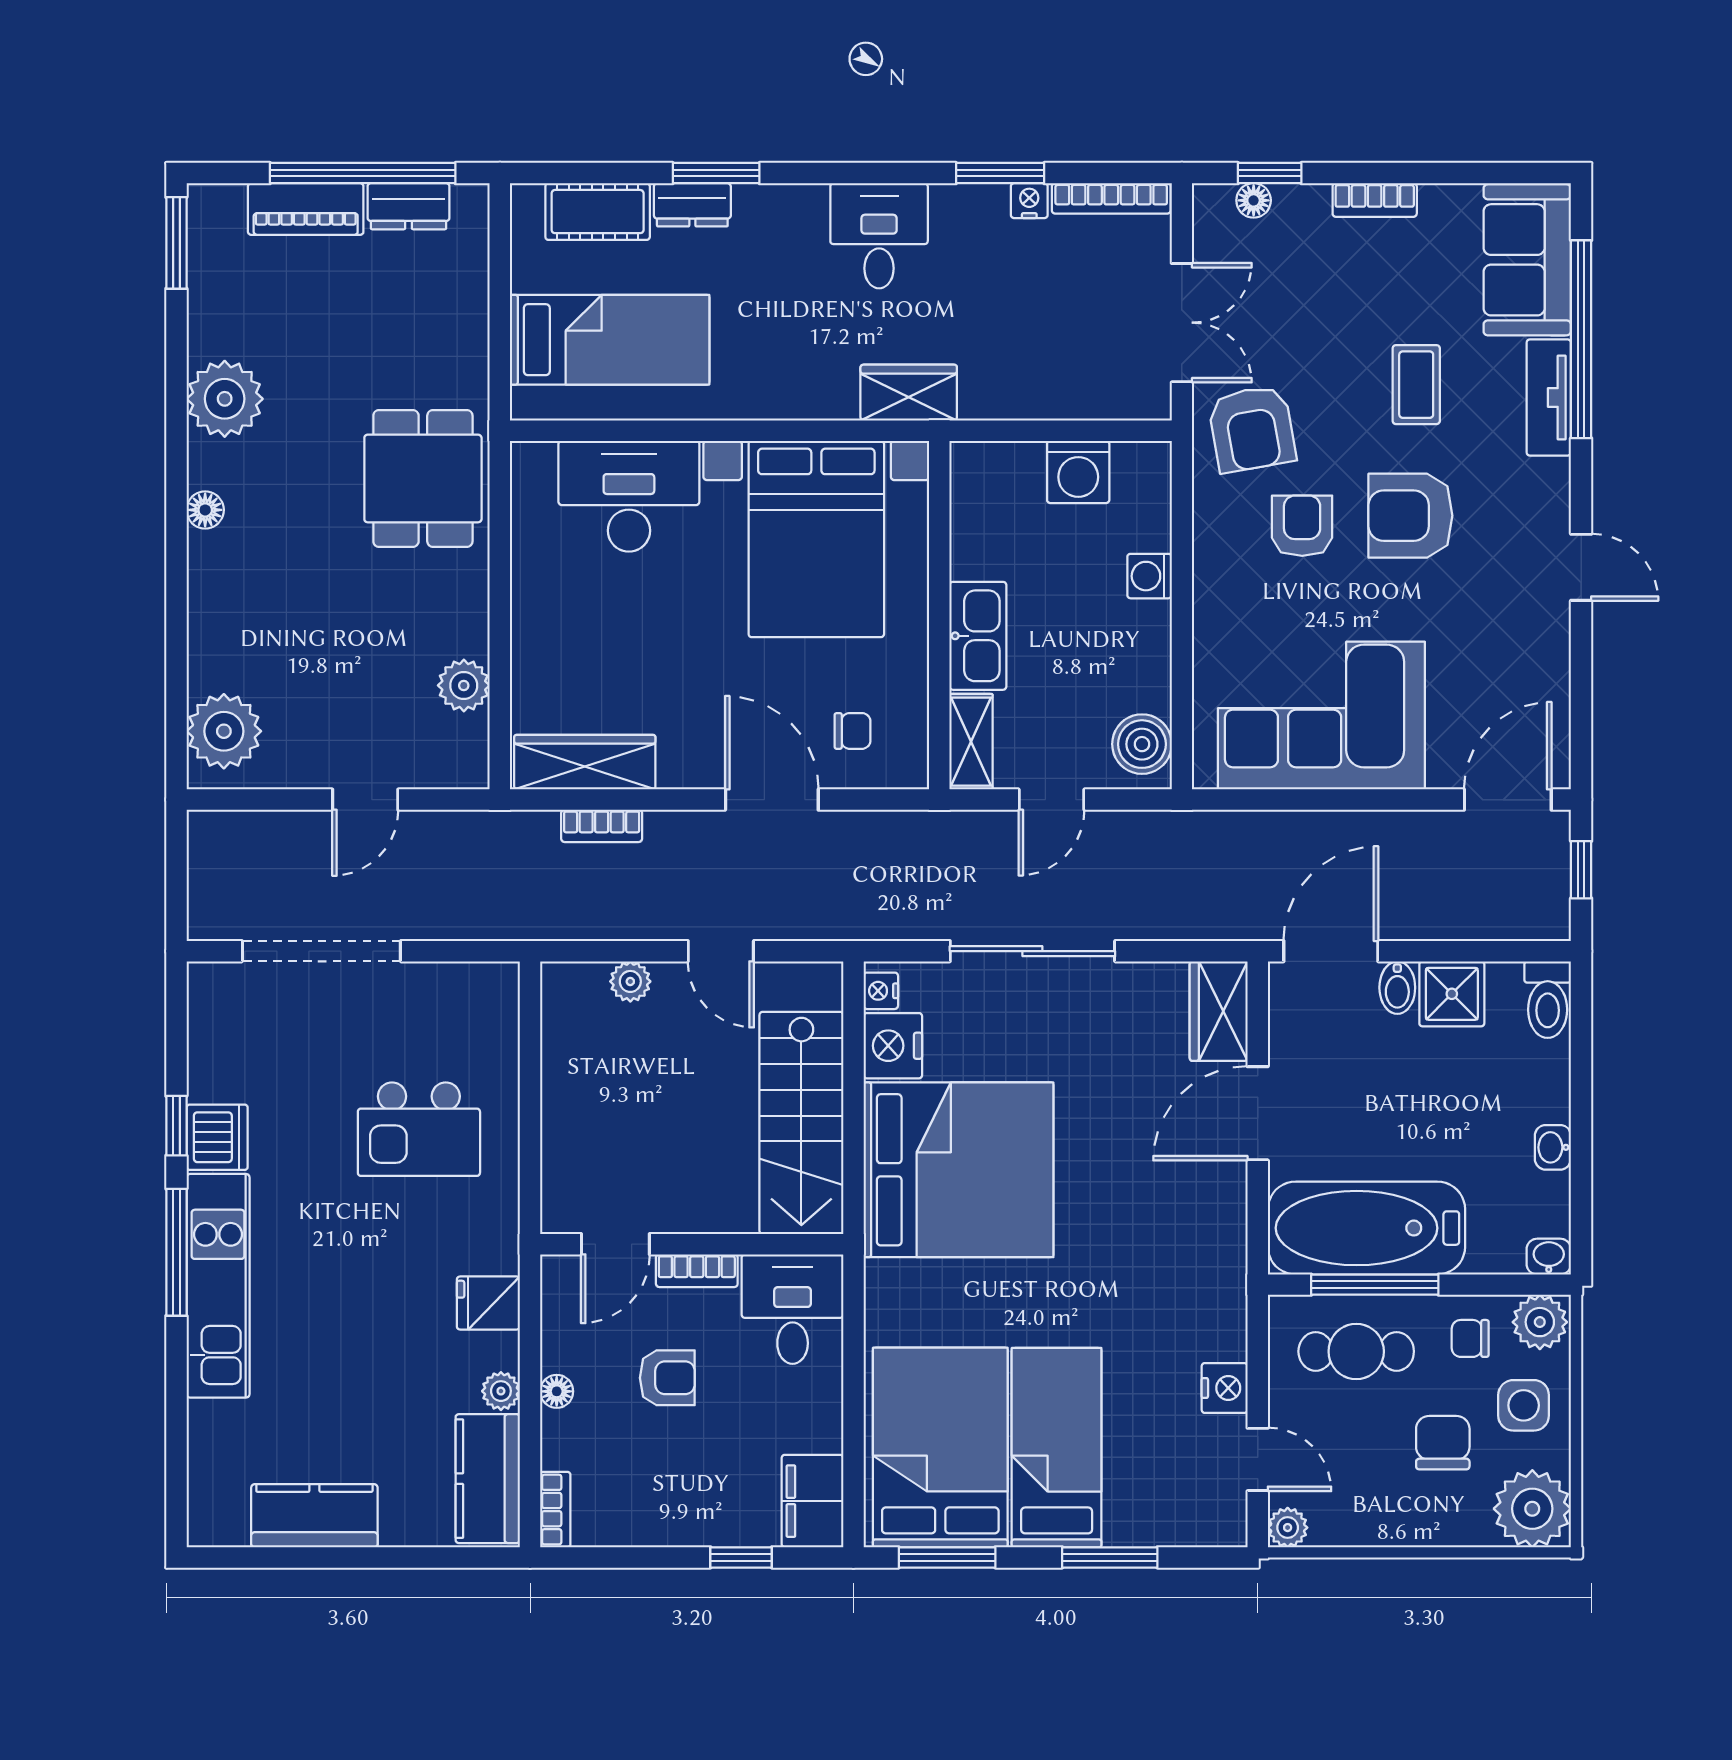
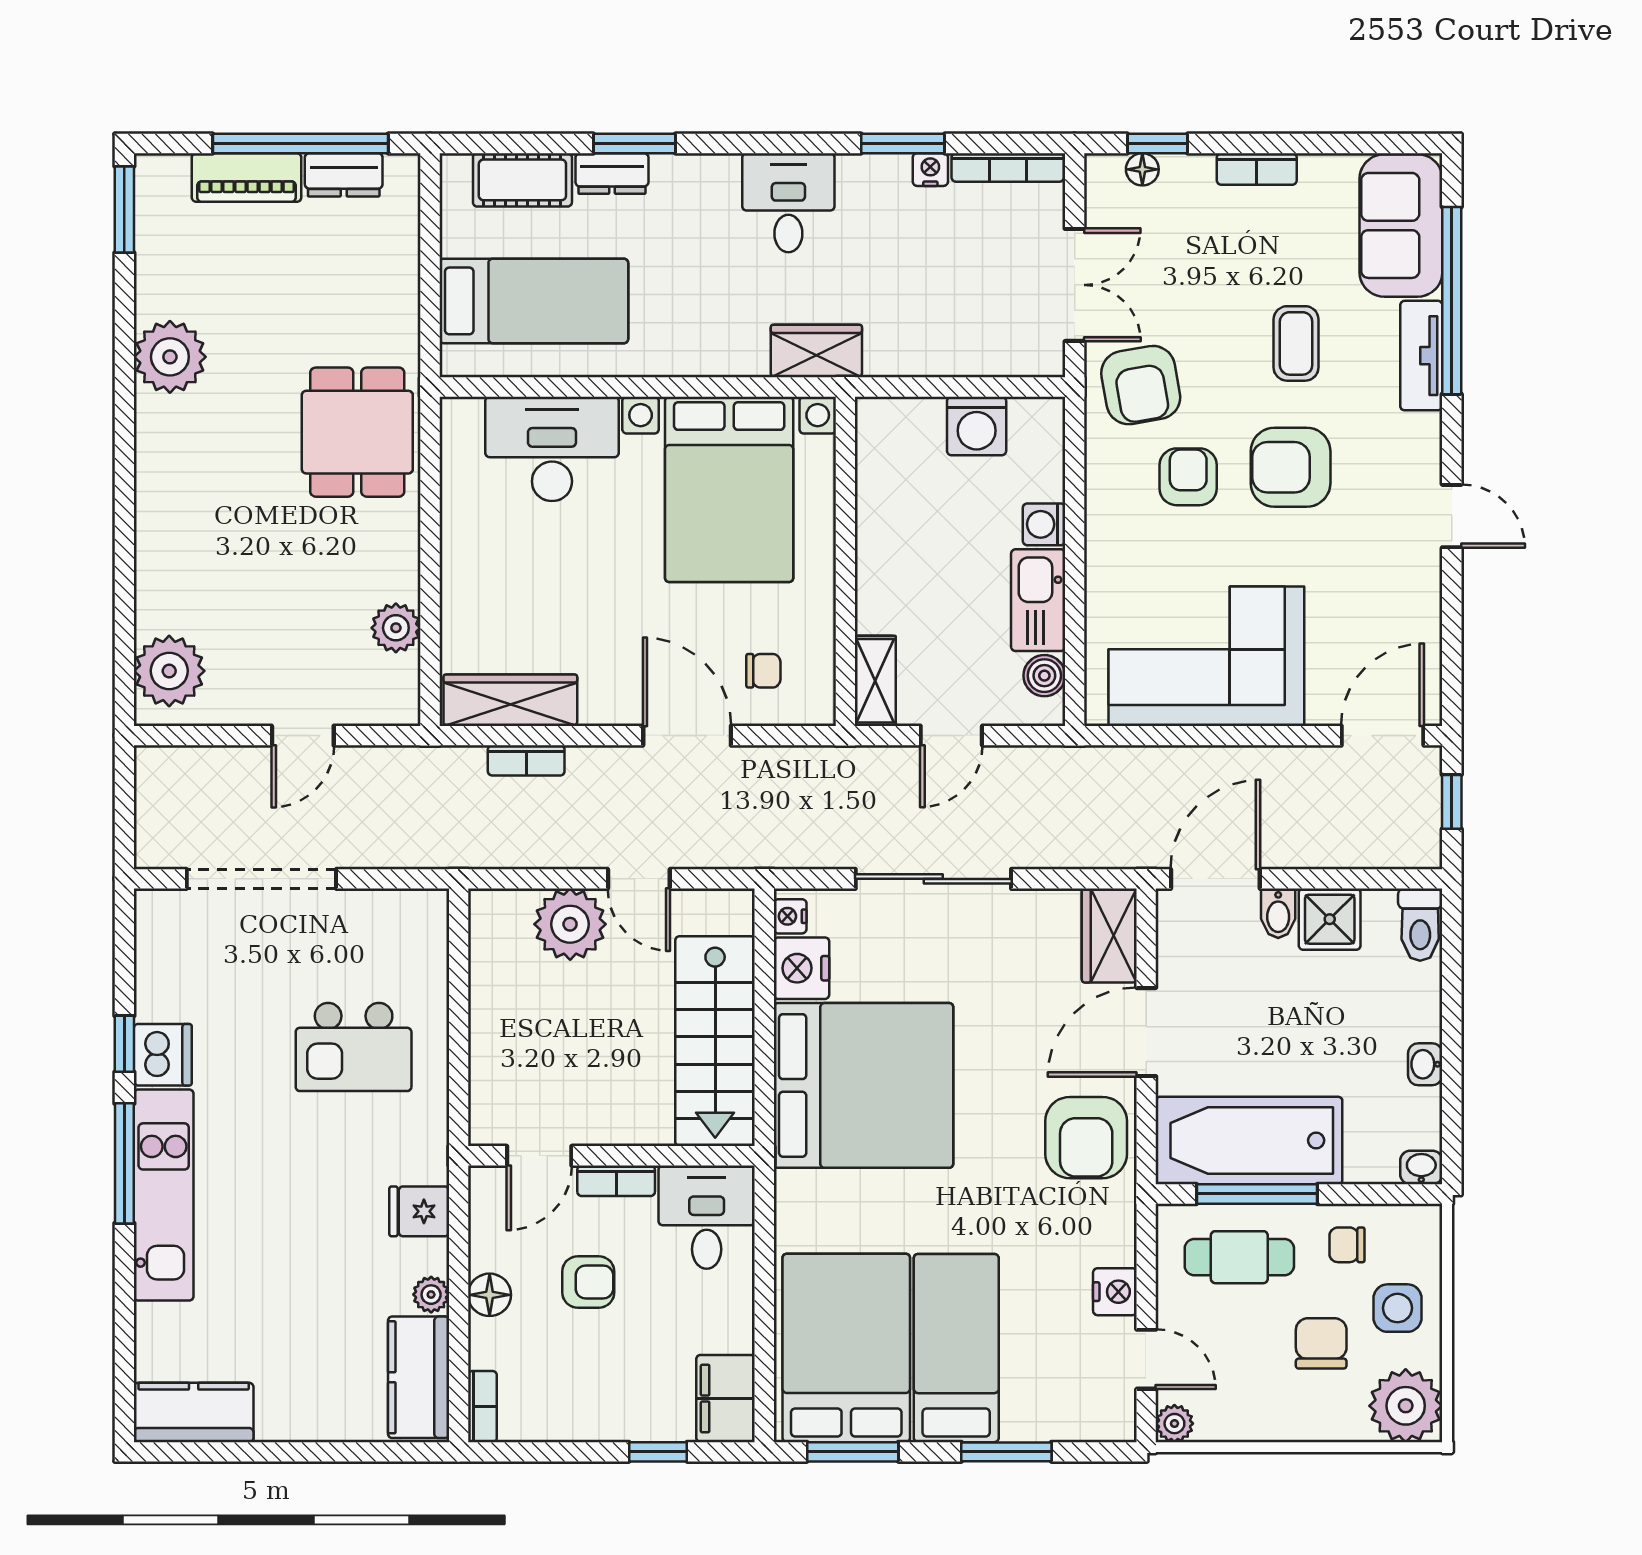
floor lamp: (205, 510) -> (152, 462), removed
kitchen sink: (978, 636) -> (1038, 600), moved, turned 180
boiler: (1142, 744) -> (1044, 676), width x0.73, depth x0.73
plant: (630, 981) -> (570, 924), width x1.87, depth x1.87
armchair: (1194, 1225) -> (1086, 1138), added
plant: (1540, 1322) -> (1413, 1229), removed
floor lamp: (557, 1391) -> (490, 1295), width x1.37, depth x1.37
kitchen counter: (314, 1516) -> (194, 1412), moved

